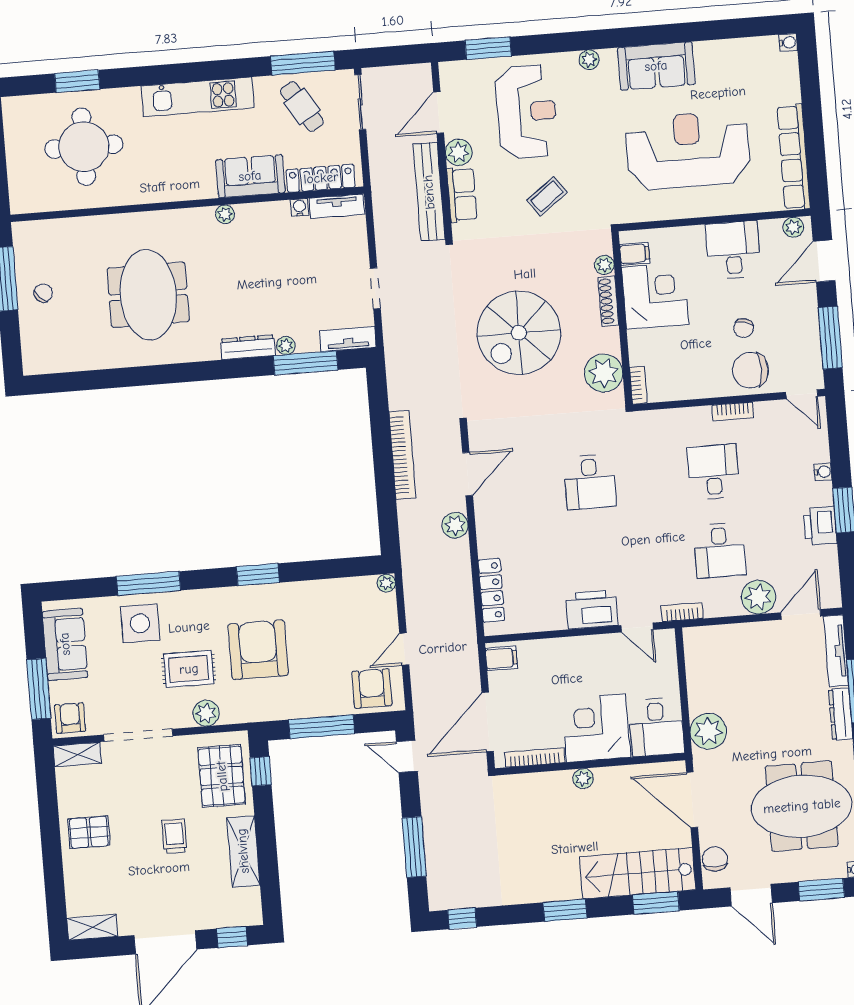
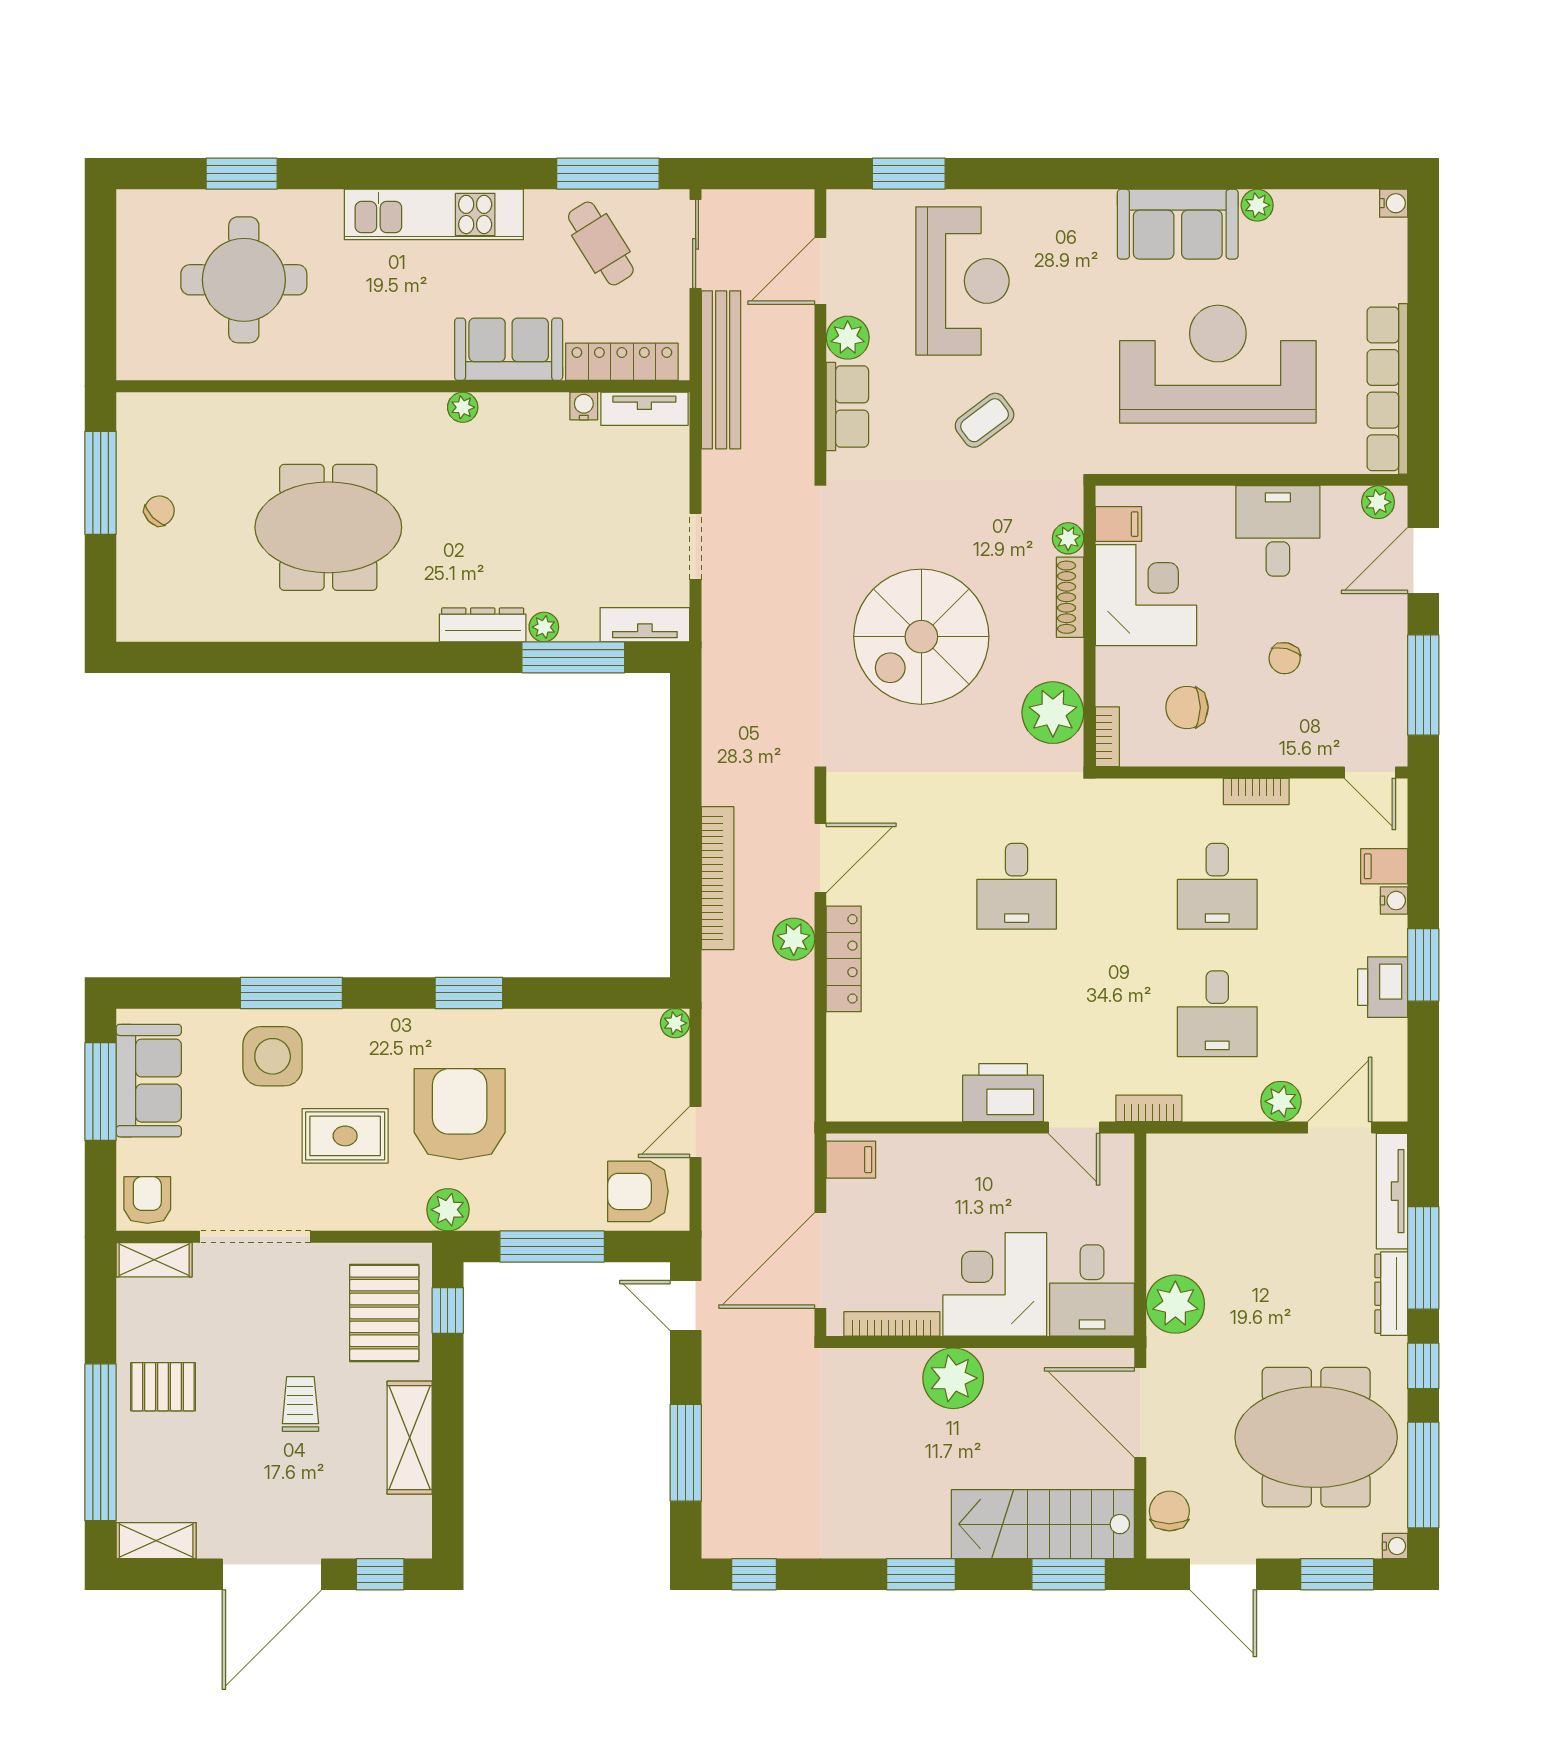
plant: (589, 60) -> (1257, 205), moved
bench: (429, 192) -> (721, 370), moved
meeting table: (148, 295) -> (328, 527), turned 90
chair: (750, 370) -> (1187, 707), moved, width x0.73, depth x0.73
filing cabinet: (815, 451) -> (1384, 866), added
bookcase: (402, 455) -> (718, 878), moved
desk: (713, 472) -> (1217, 886), turned 180
locker: (491, 590) -> (844, 959), moved
plant: (758, 597) -> (1281, 1101), width x0.73, depth x0.73
armchair: (372, 688) -> (638, 1191), turned -90
window: (39, 689) -> (101, 1092), moved
plant: (206, 713) -> (448, 1210), moved
plant: (583, 778) -> (953, 1378), width x1.88, depth x1.88
window: (53, 870) -> (101, 1442), added

